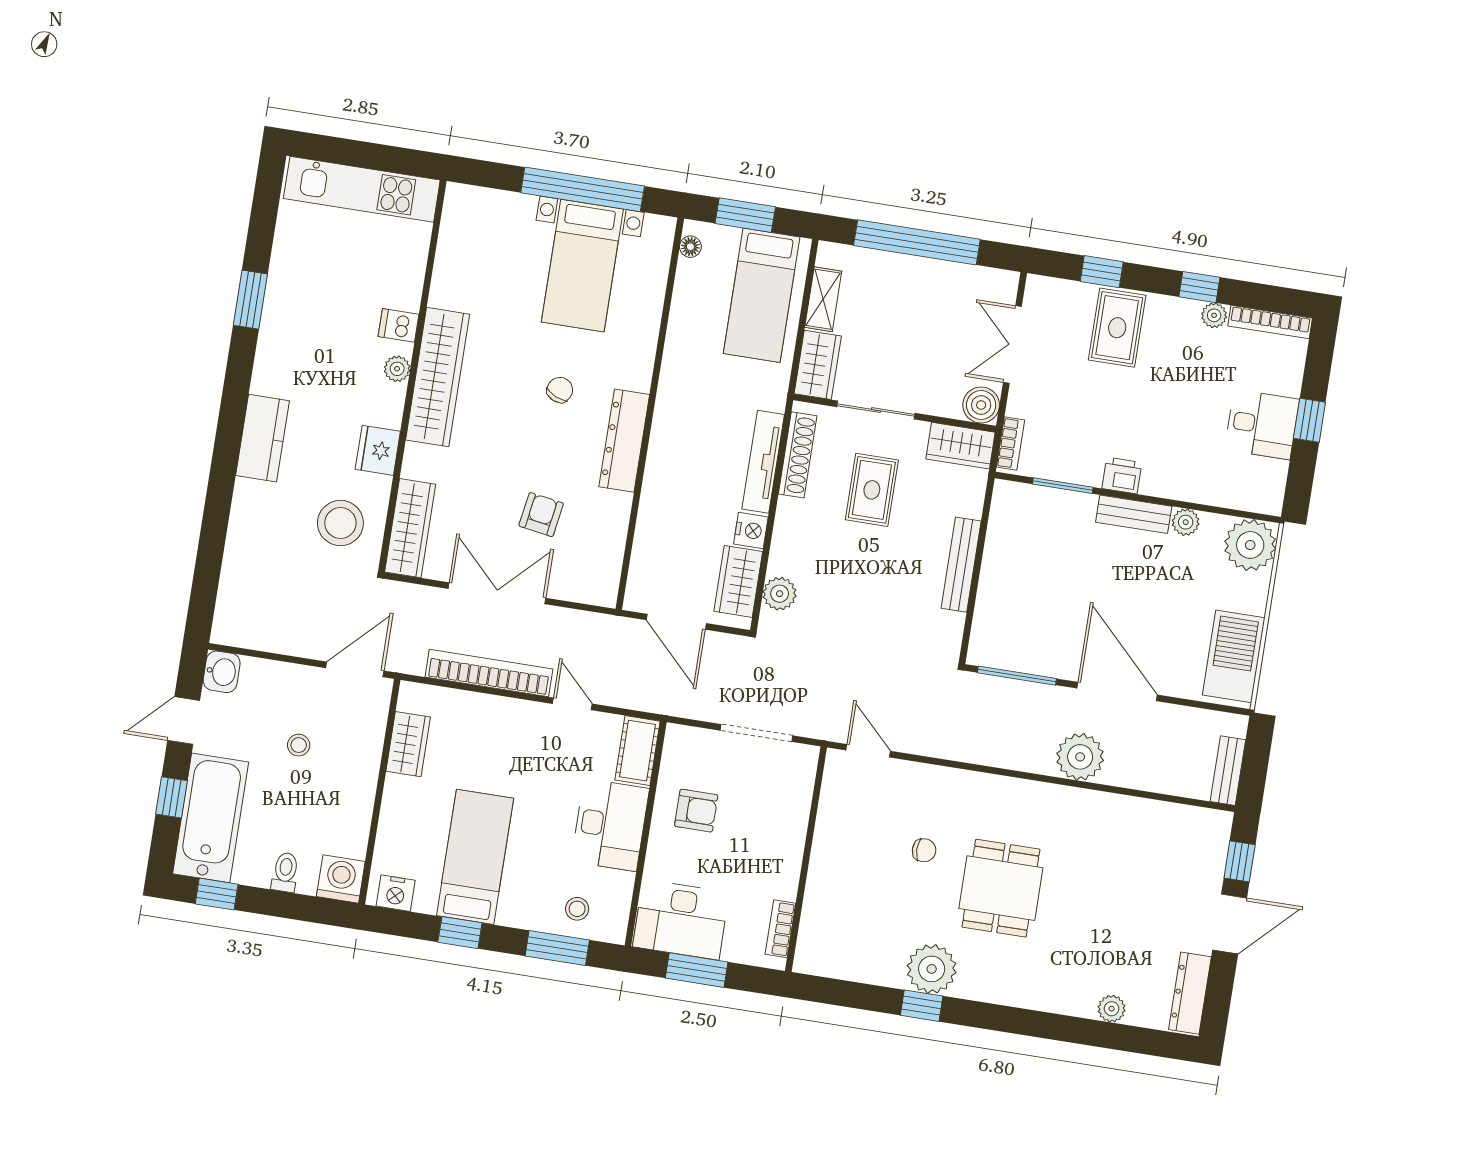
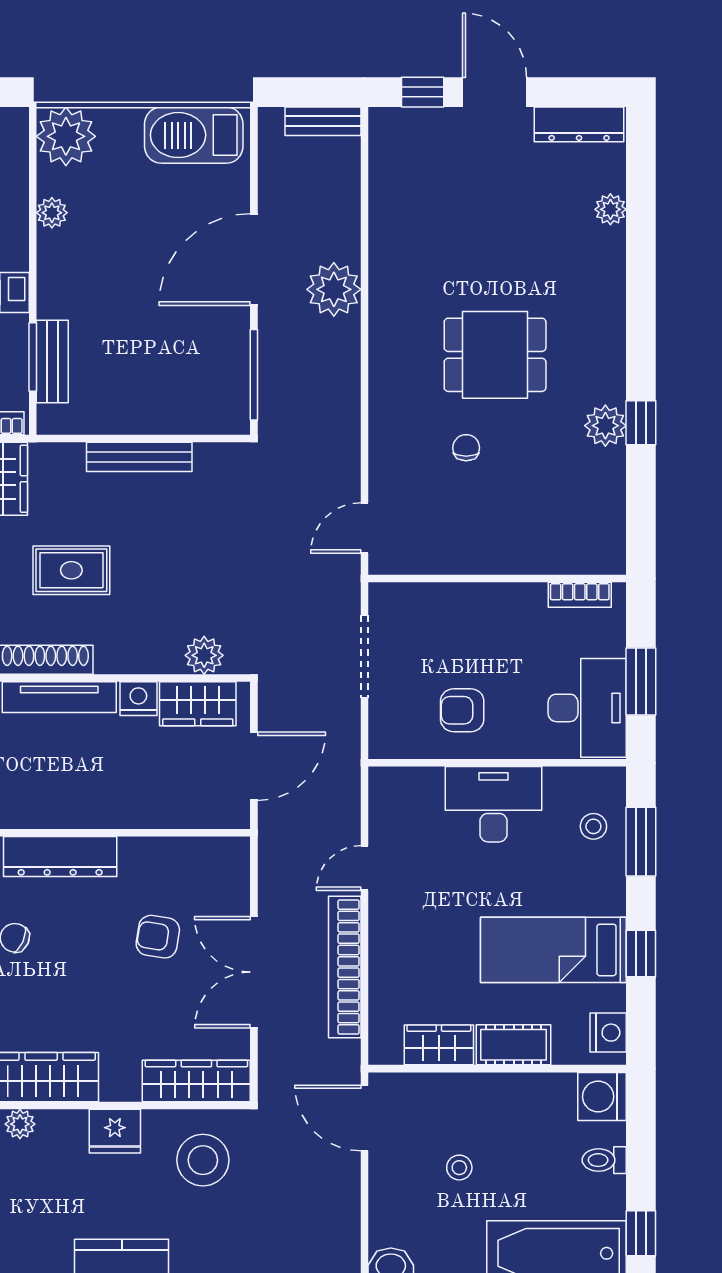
bench: (1134, 514) -> (52, 362), moved
cot: (638, 751) -> (514, 1045), moved
armchair: (696, 811) -> (462, 710), turned -90
plant: (932, 969) -> (605, 426), width x0.73, depth x0.73

